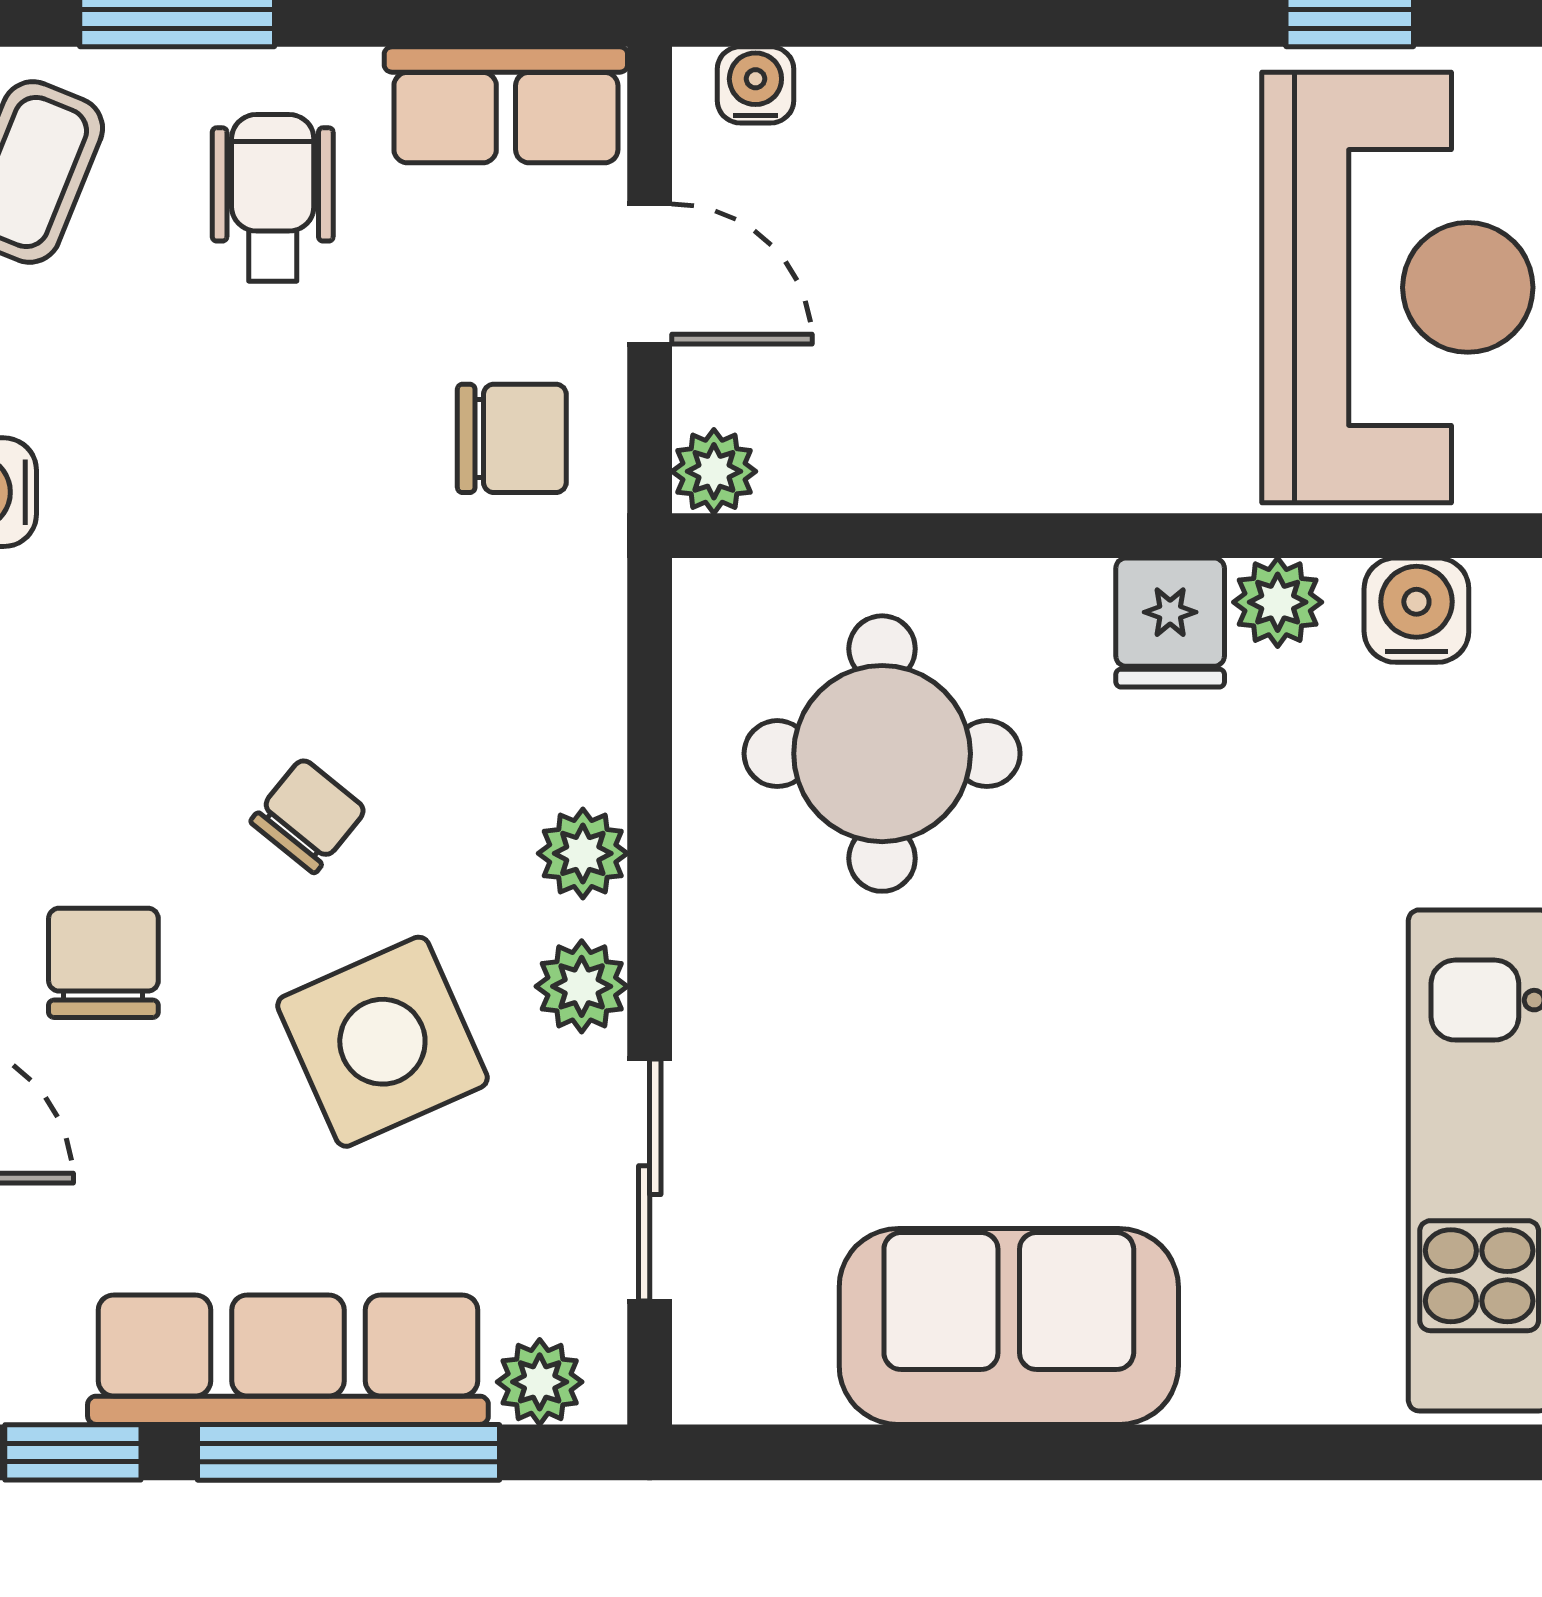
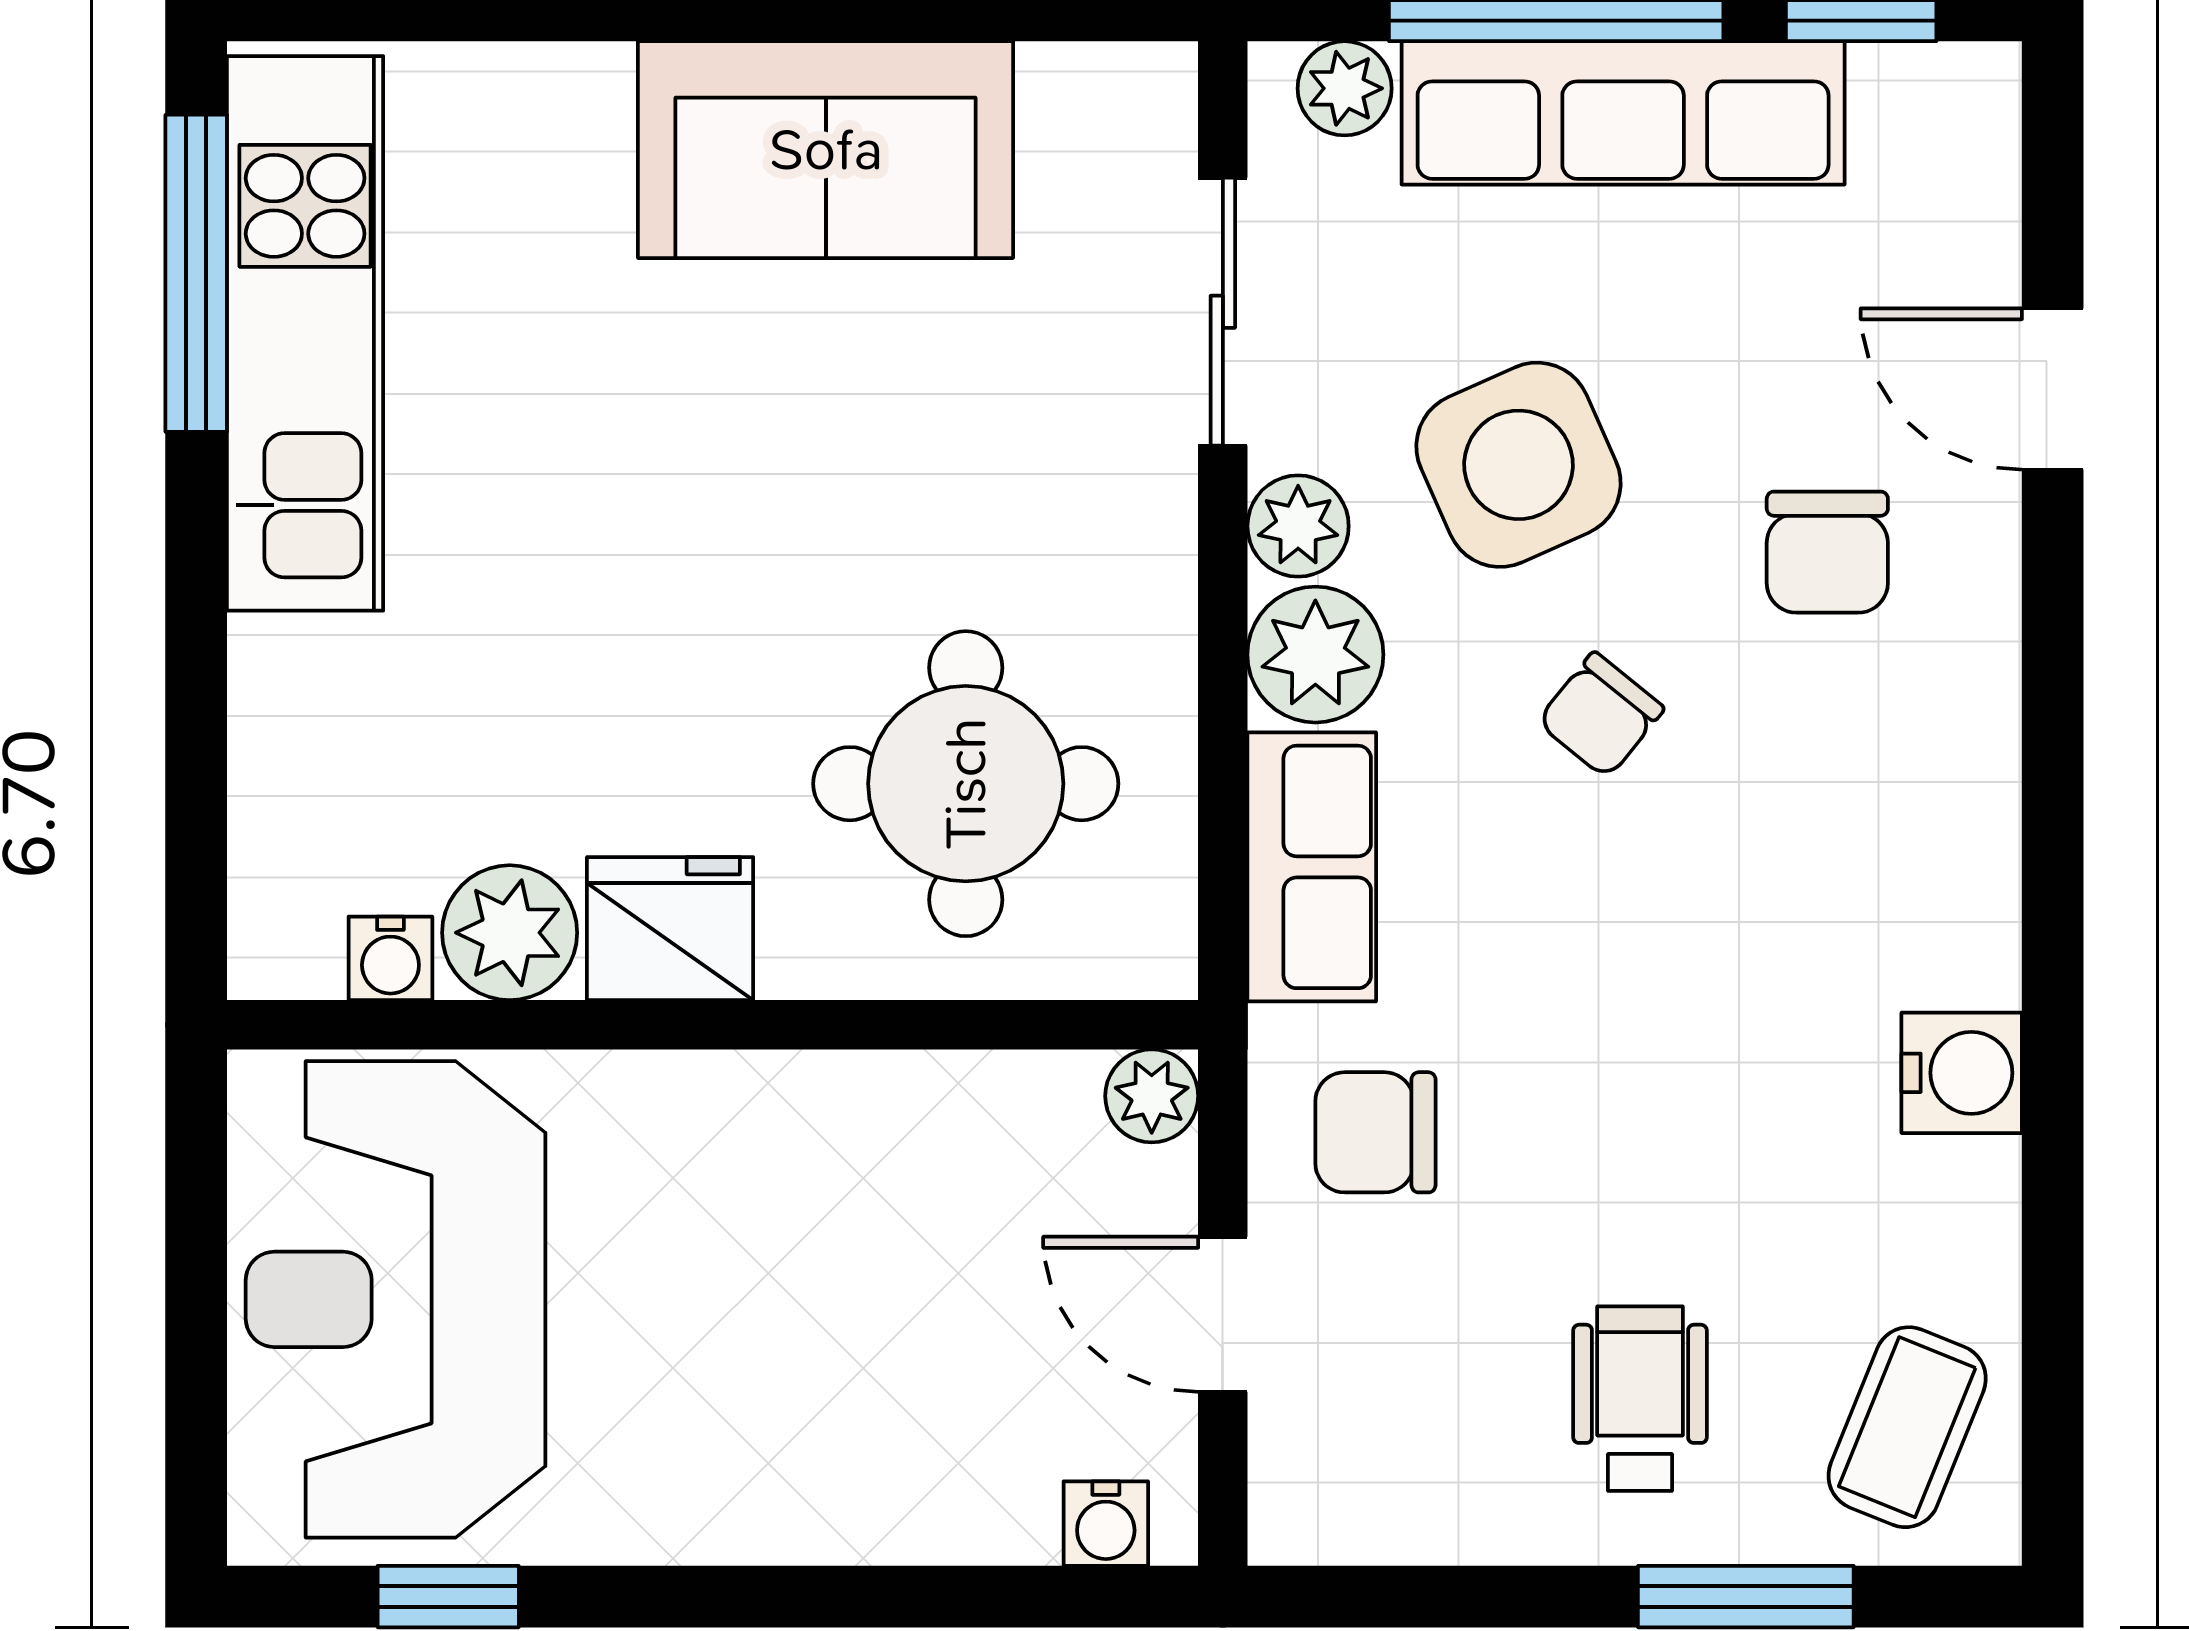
row of seats: (506, 105) -> (1312, 867), moved, turned 90
wheelchair: (273, 198) -> (1640, 1399), turned 180
plant: (1278, 602) -> (510, 933), width x1.38, depth x1.38
water cooler: (1416, 610) -> (390, 958), width x0.72, depth x0.72
fridge: (1170, 622) -> (670, 929), width x1.38
plant: (583, 853) -> (1315, 655), width x1.38, depth x1.38

